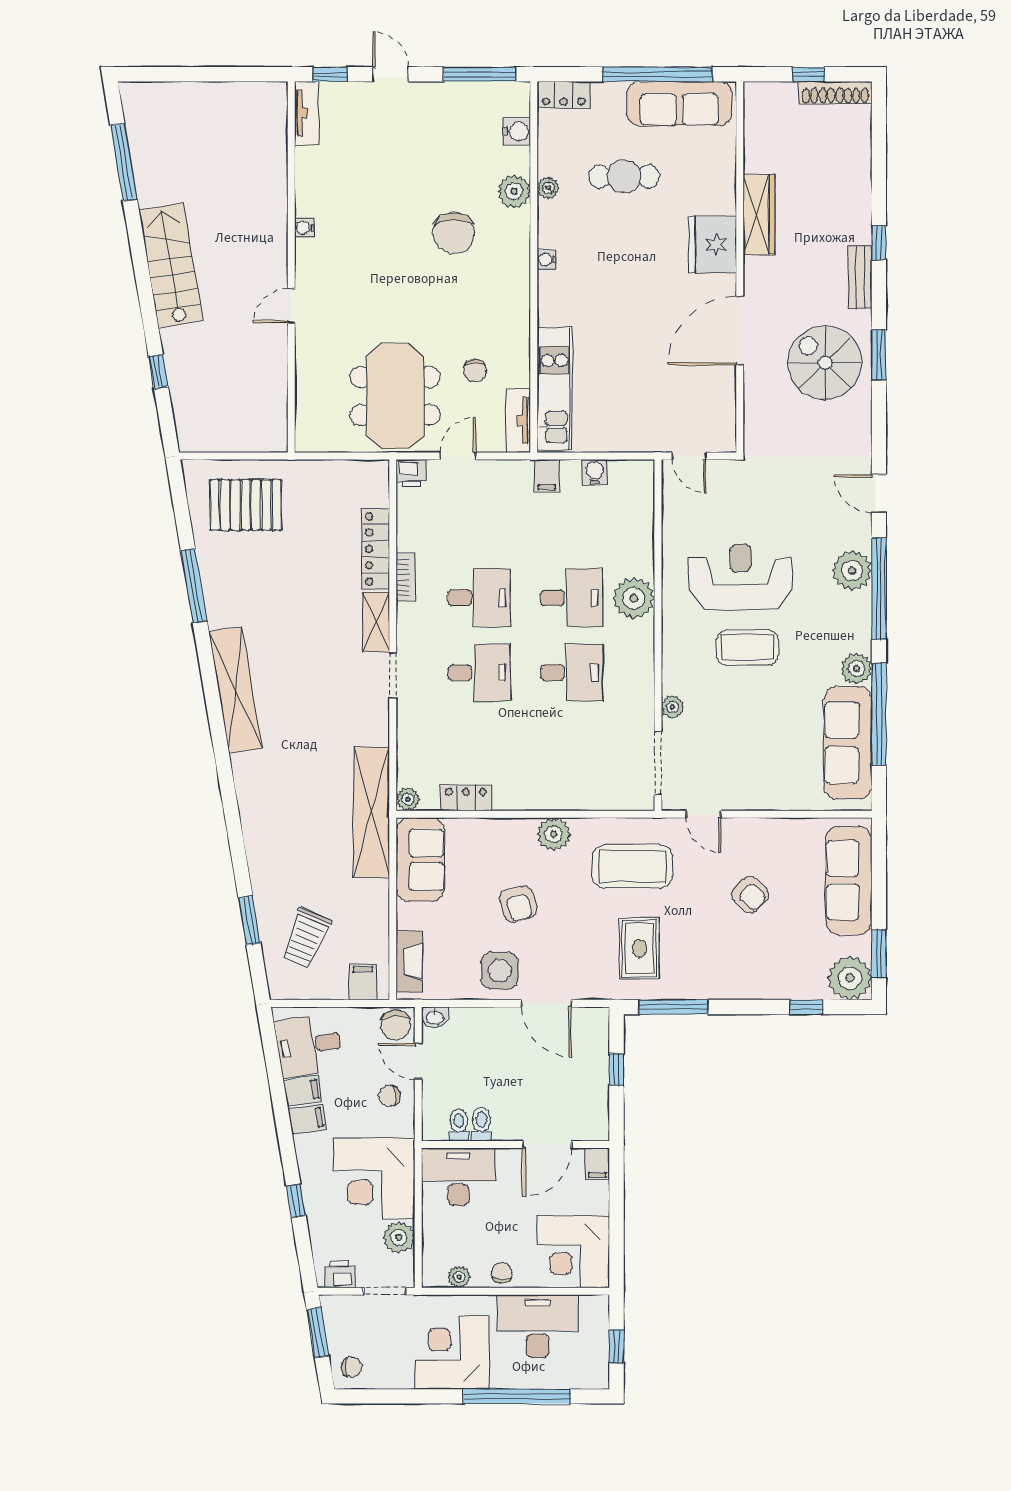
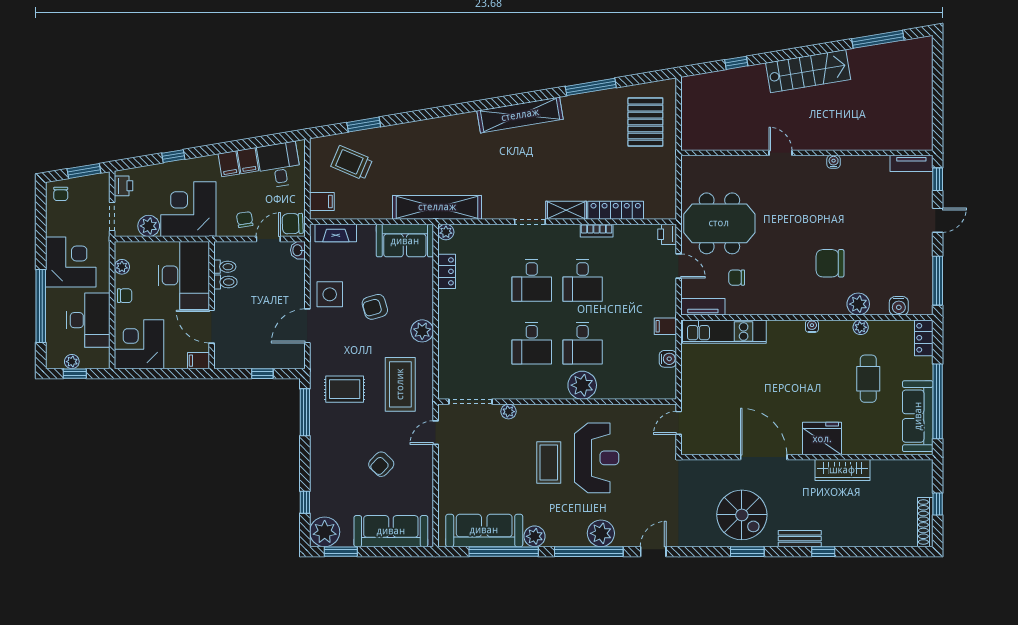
spiral stairs: (825, 363) -> (742, 515), turned 90
desk: (458, 1177) -> (184, 275), width x1.36, depth x1.30
plant: (599, 1351) -> (72, 362), added

